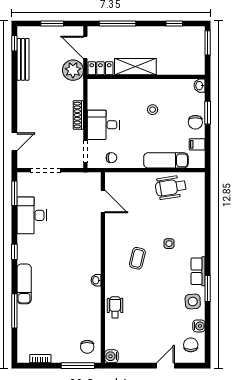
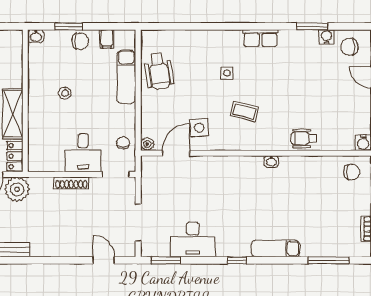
plant: (110, 178) -> (147, 144), added
window: (208, 289) -> (312, 26), moved
side table: (193, 301) -> (199, 128), moved
window: (14, 311) -> (329, 260), moved

